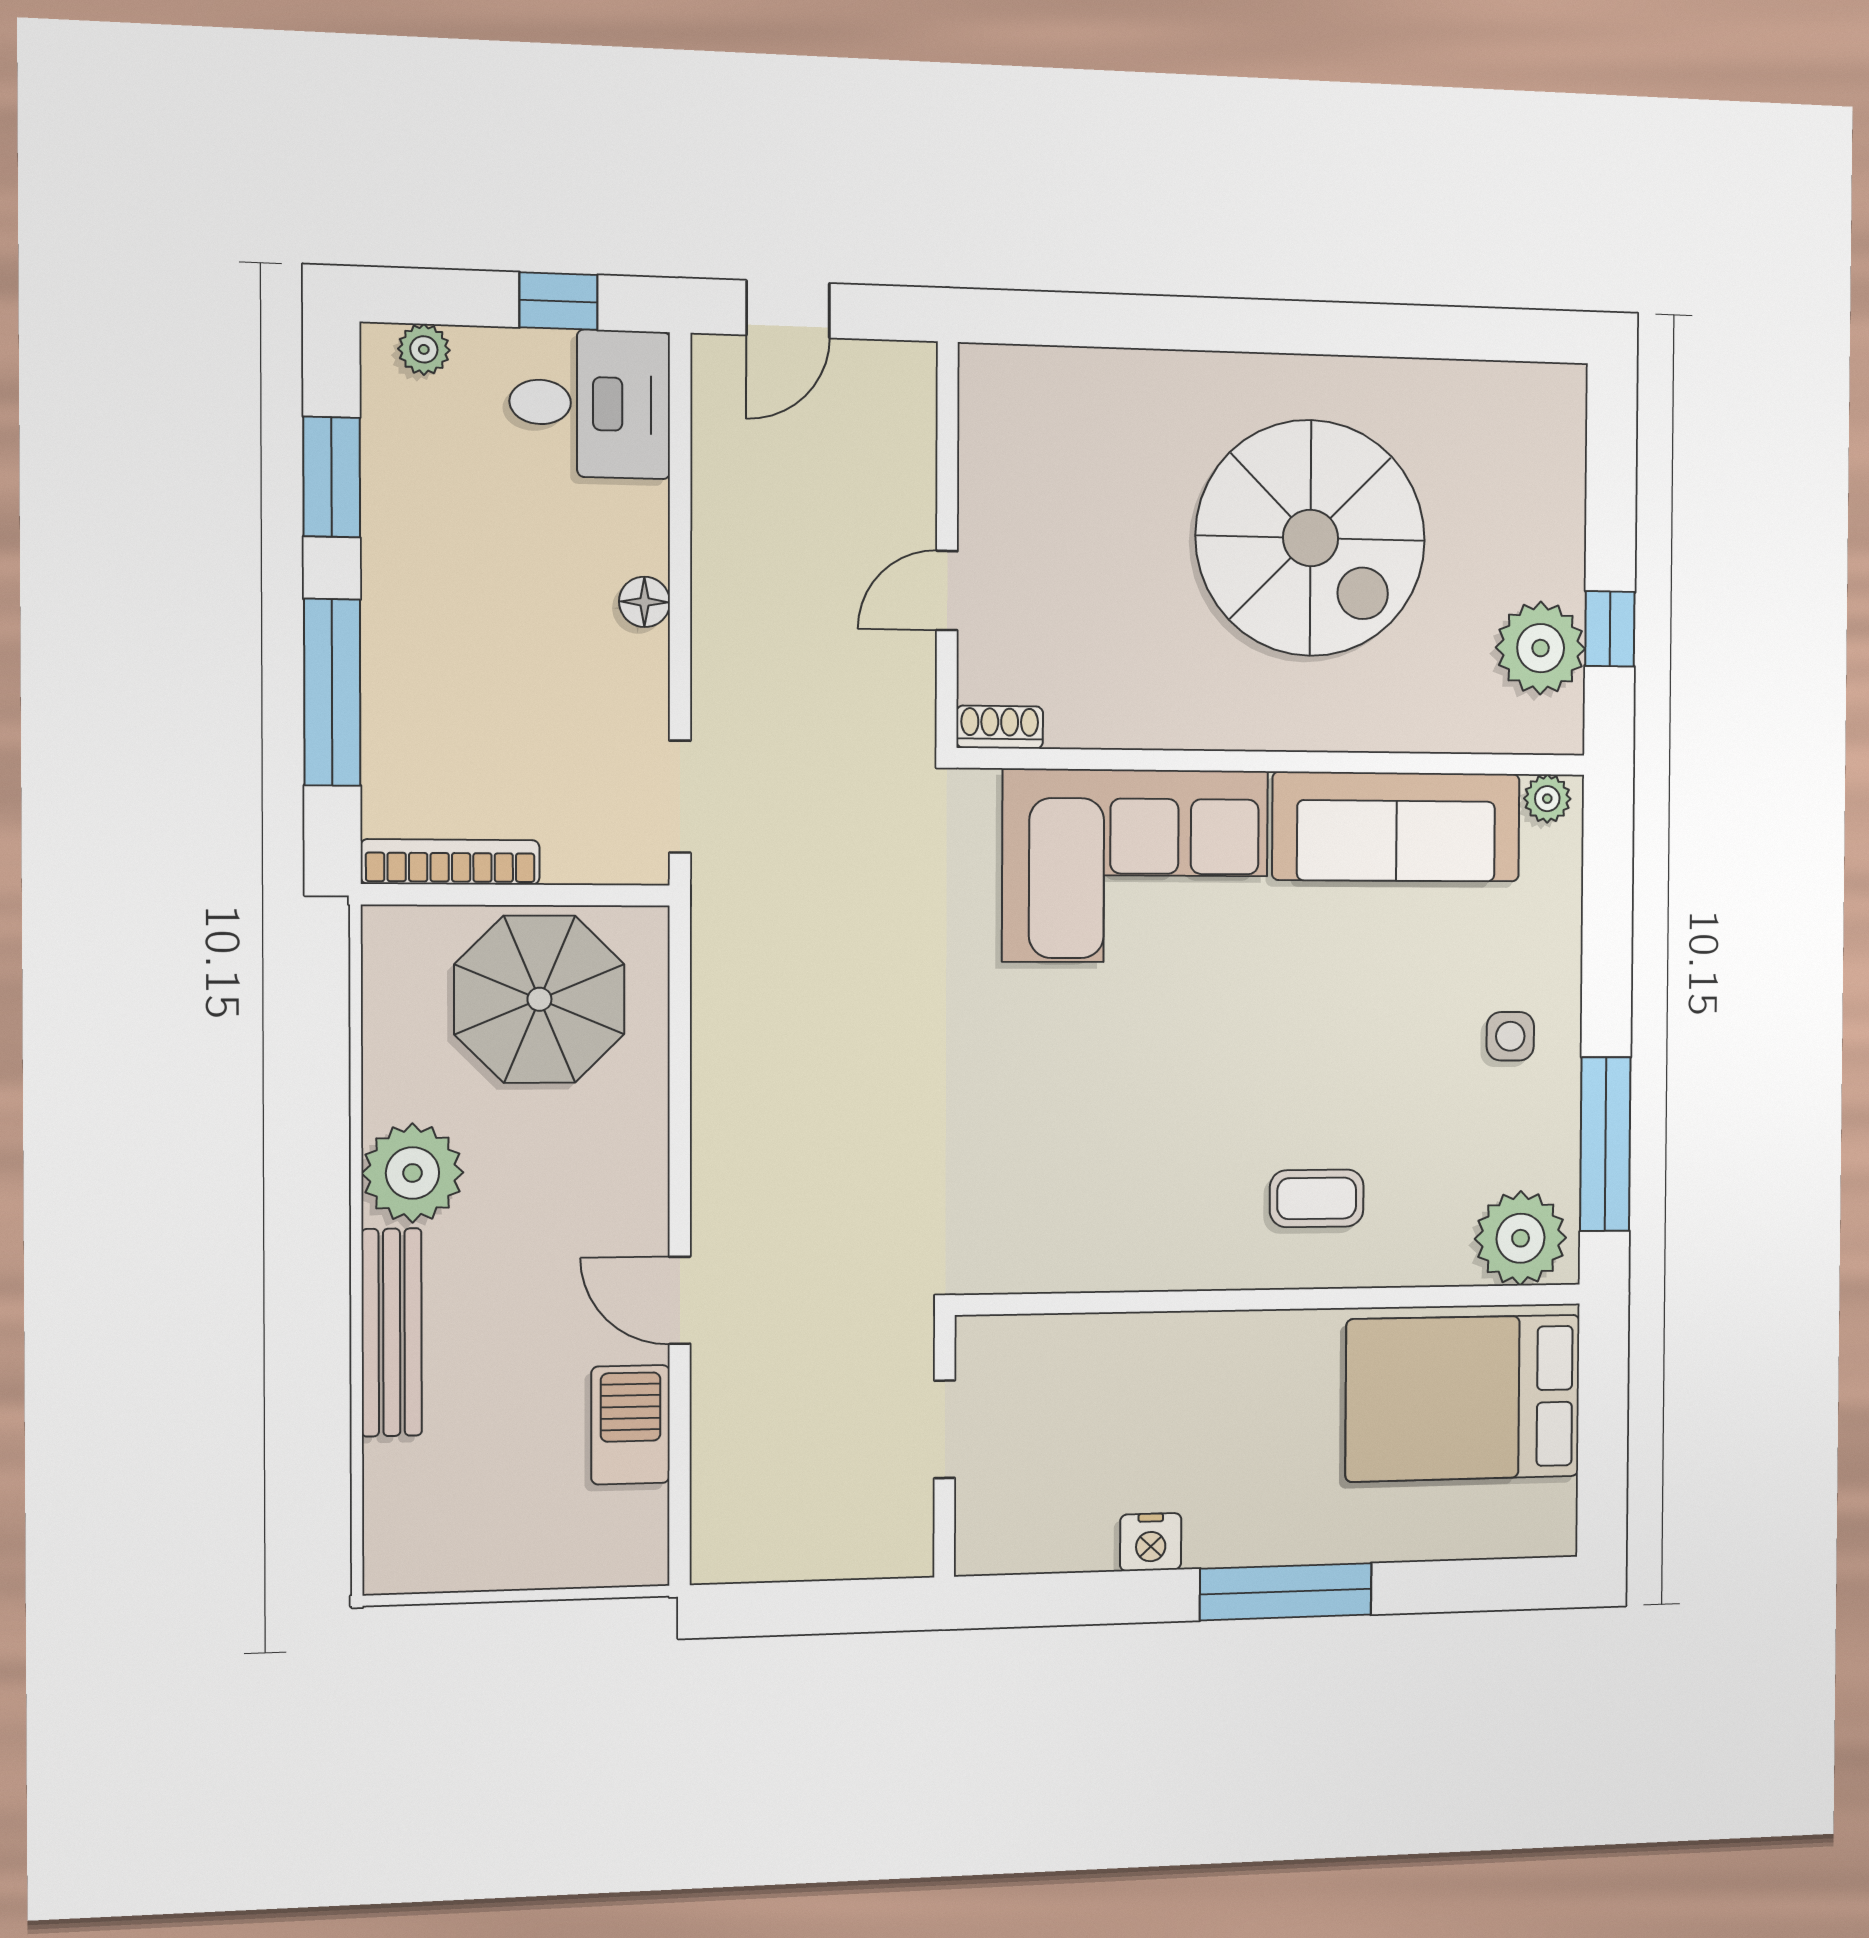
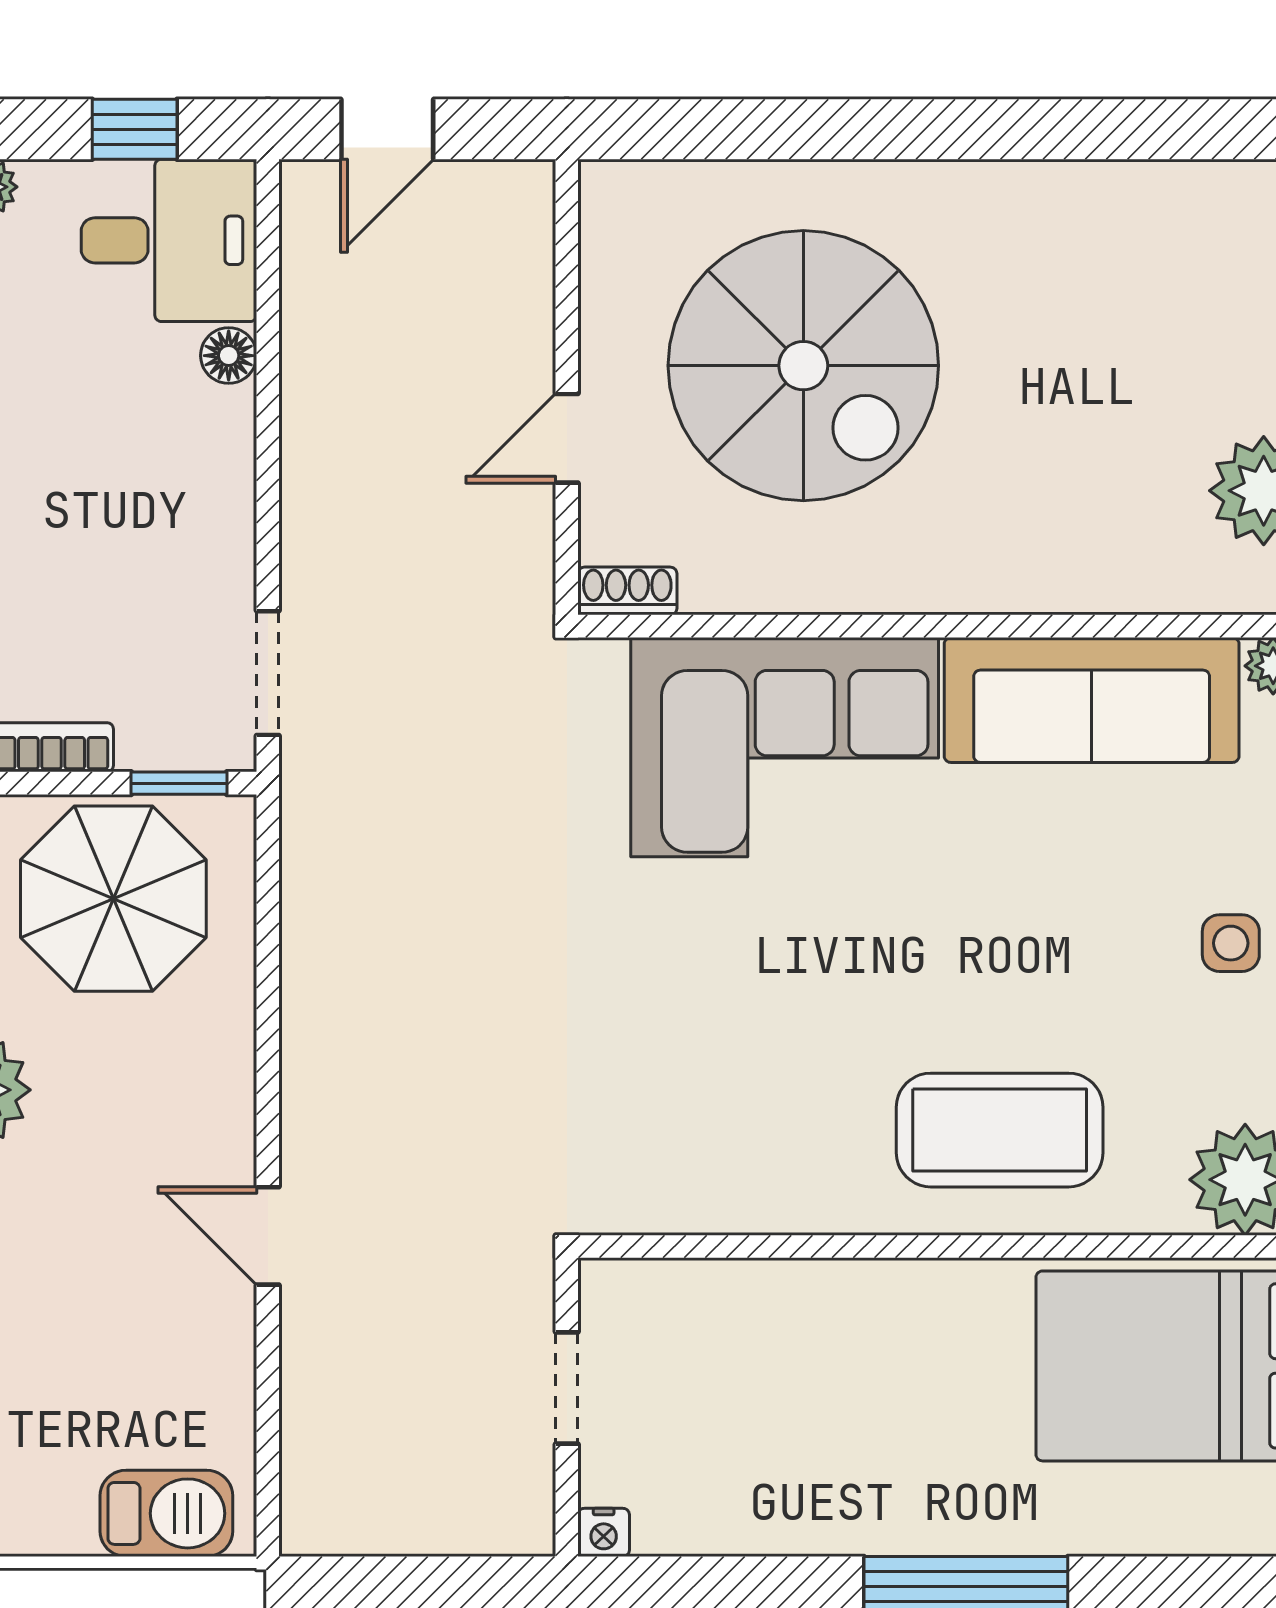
spiral stairs: (1311, 538) -> (803, 366), moved
floor lamp: (644, 602) -> (229, 356), moved
window: (599, 895) -> (179, 783), added
coffee table: (1317, 1198) -> (1000, 1130), width x1.86, depth x1.72
barbecue: (631, 1425) -> (166, 1513), moved, turned 90
nightstand: (1151, 1542) -> (604, 1532), moved, width x0.72, depth x0.74

